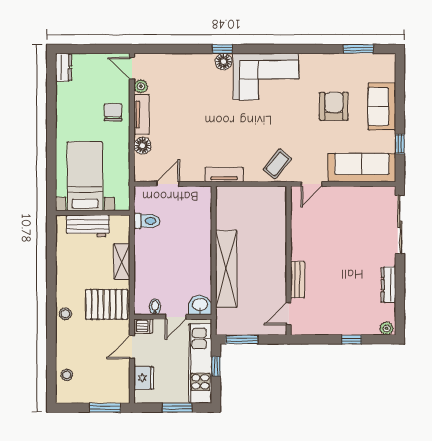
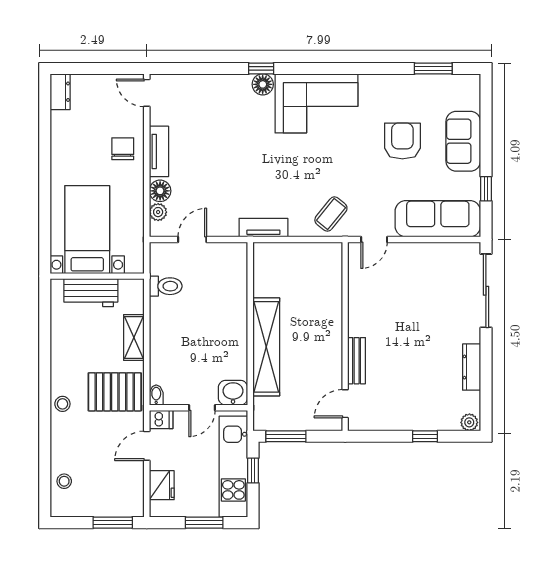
plant: (141, 86) -> (158, 212), moved
bidet: (155, 307) -> (156, 395), moved

